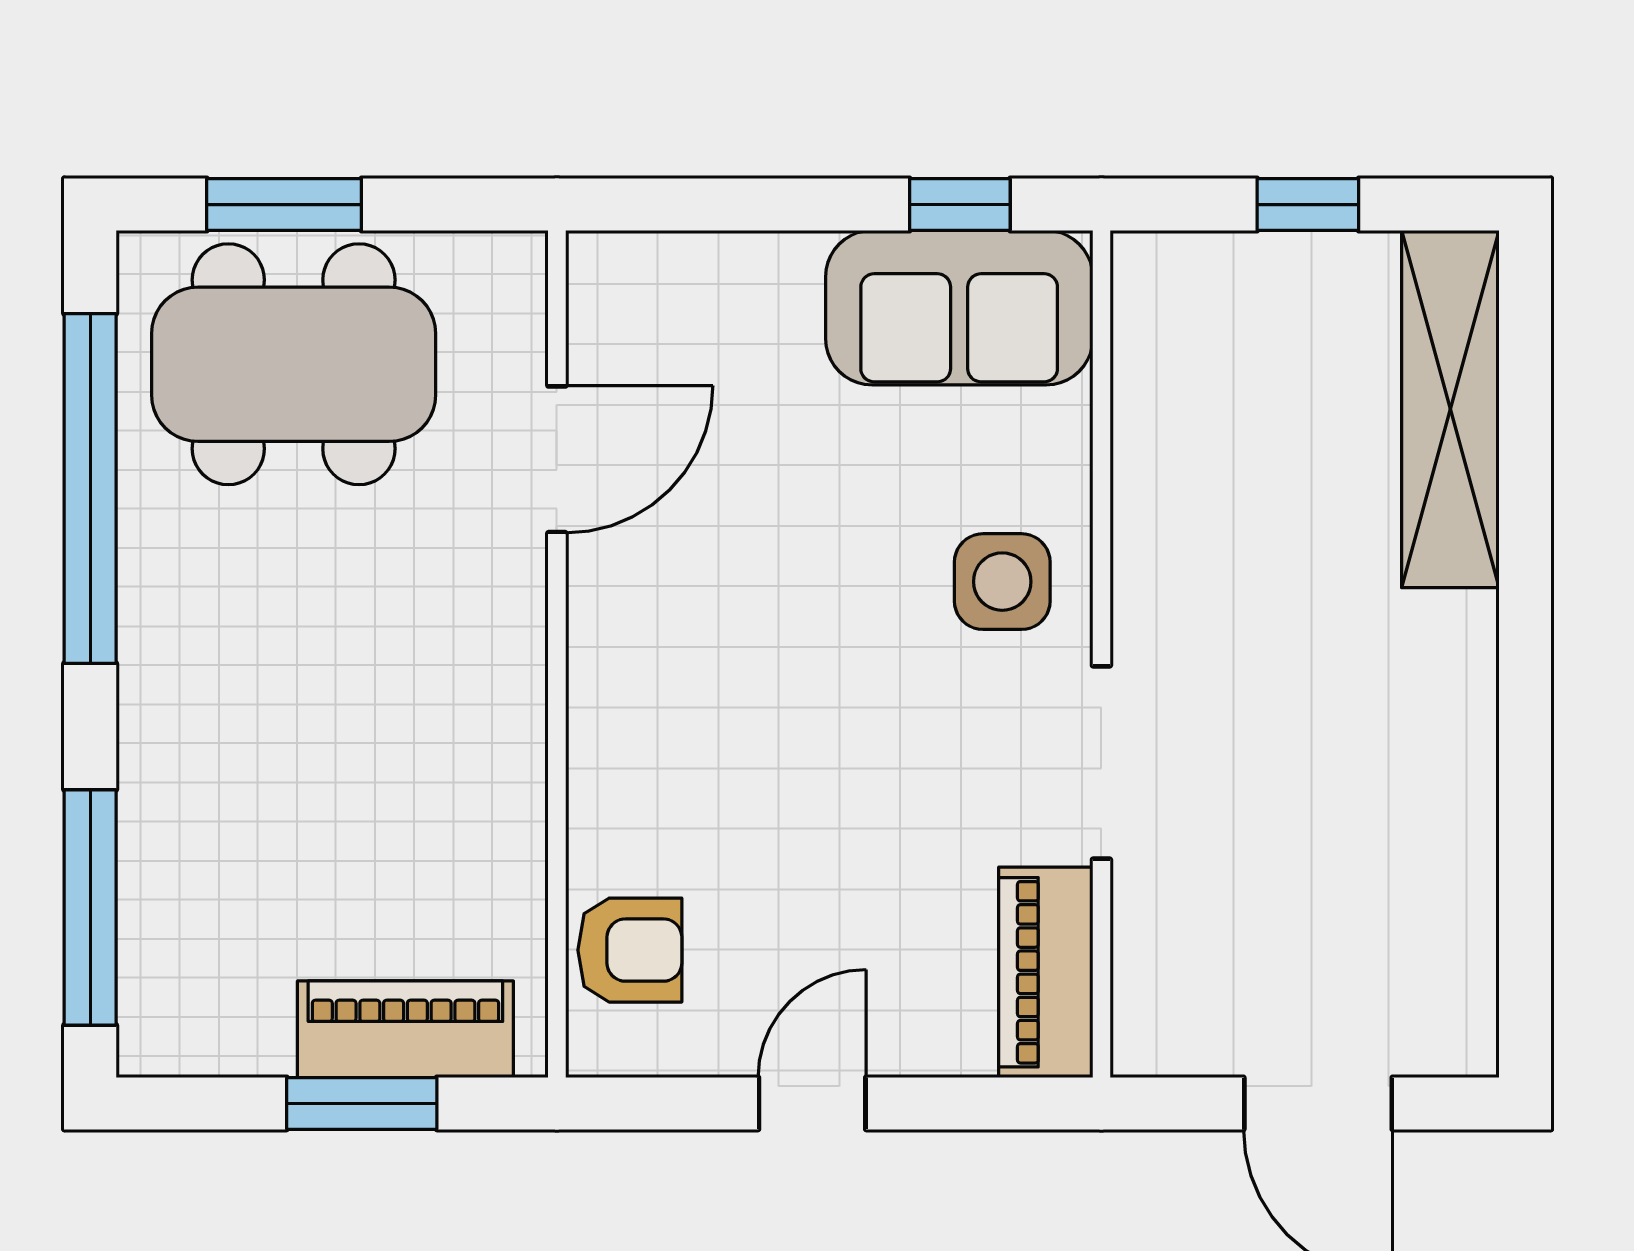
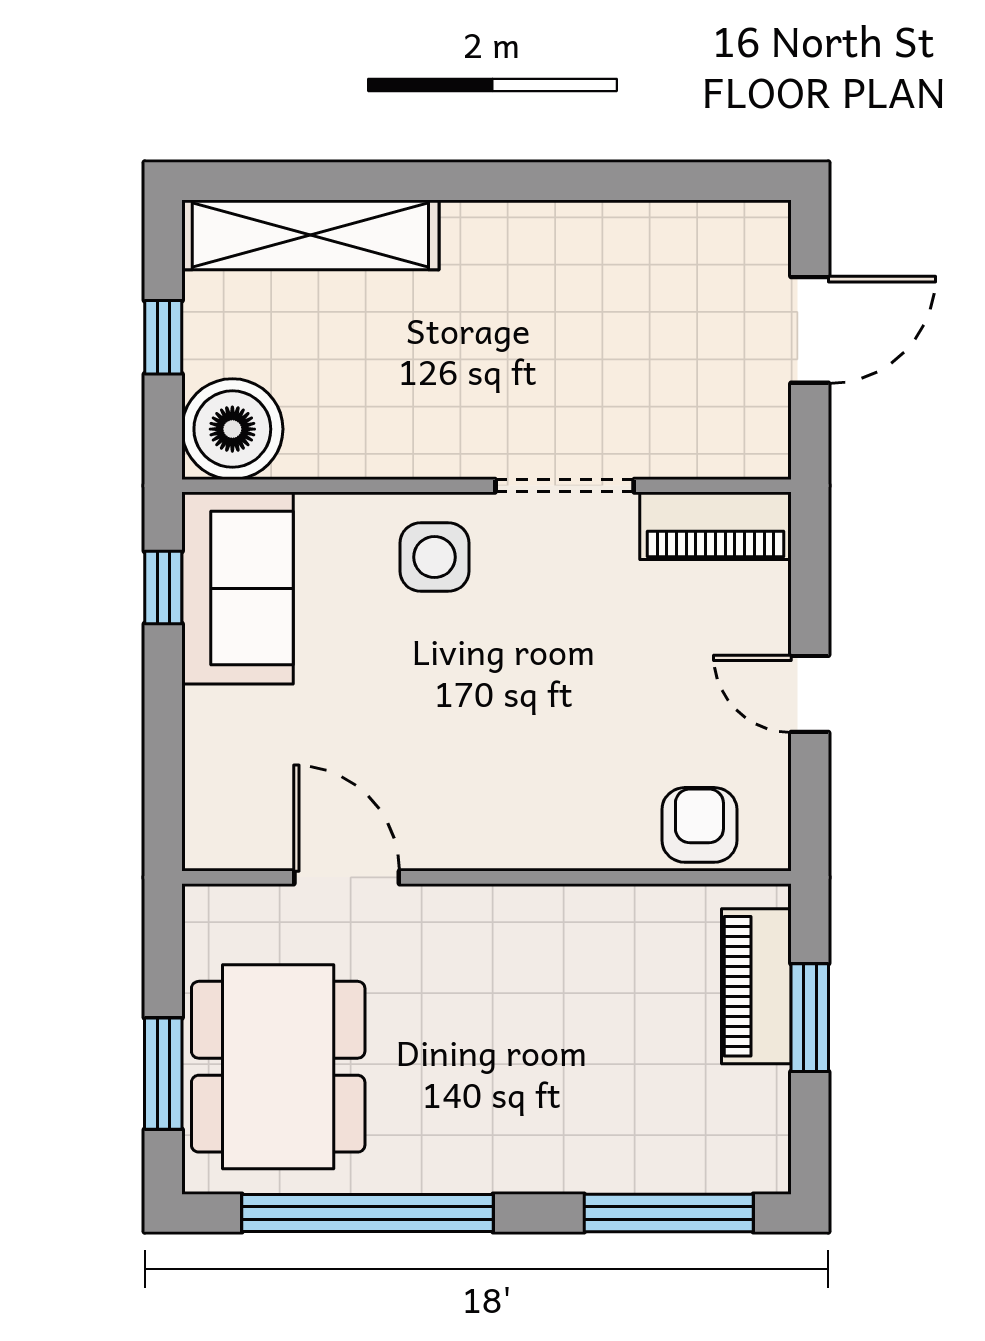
boiler: (1180, 301) -> (232, 429), added

